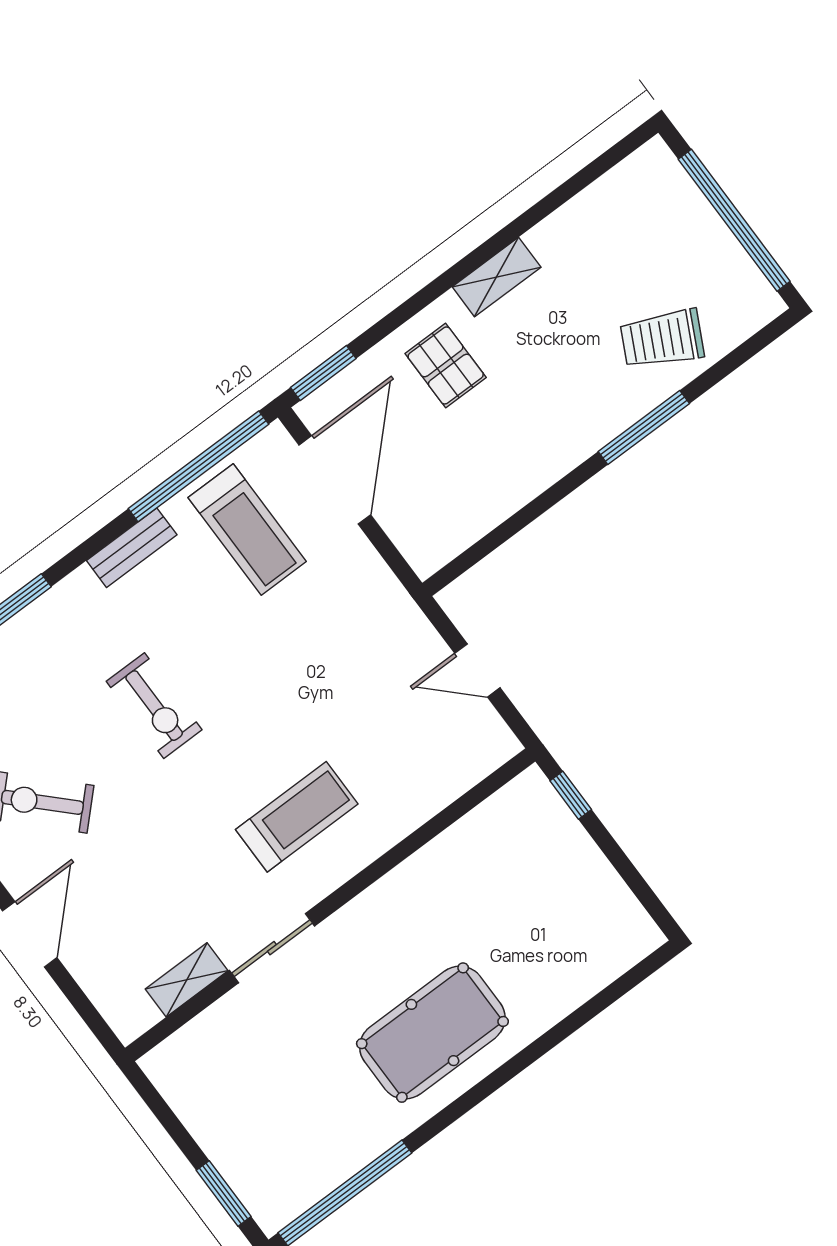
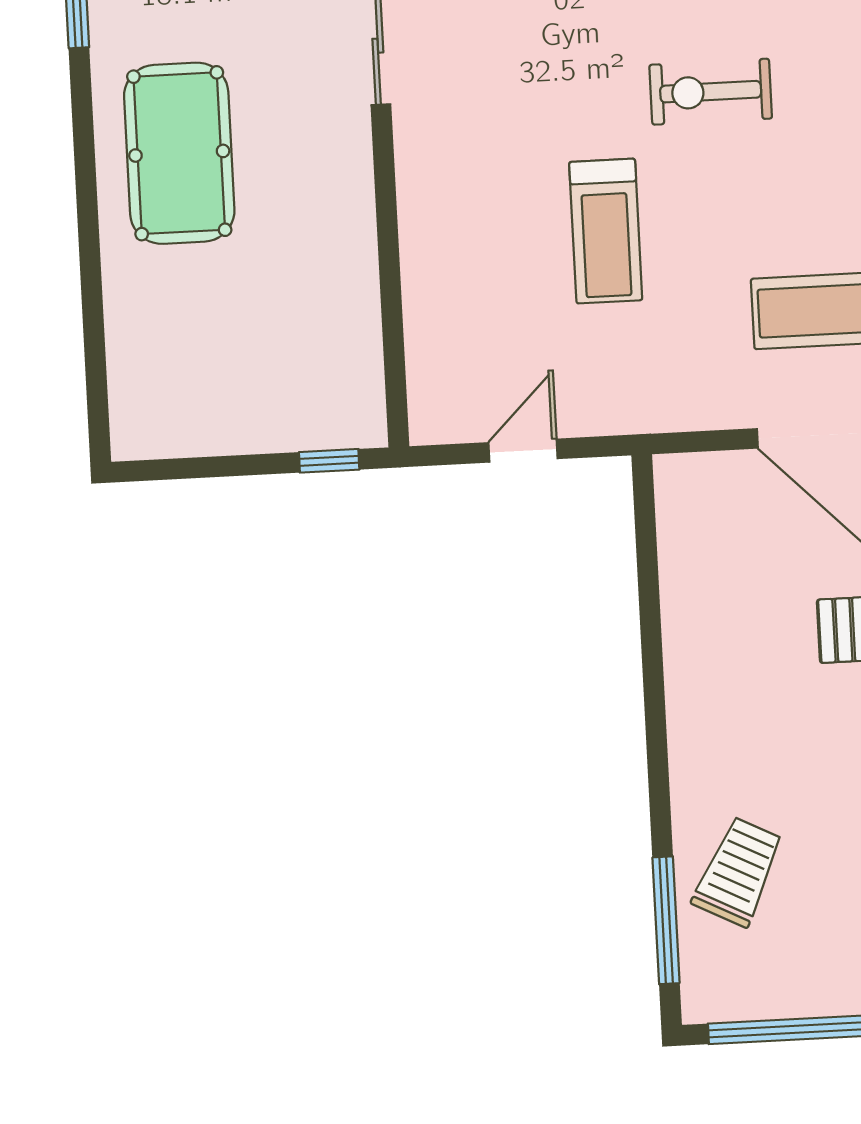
window: (644, 427) -> (666, 920), moved
treadmill: (297, 817) -> (606, 231), moved

